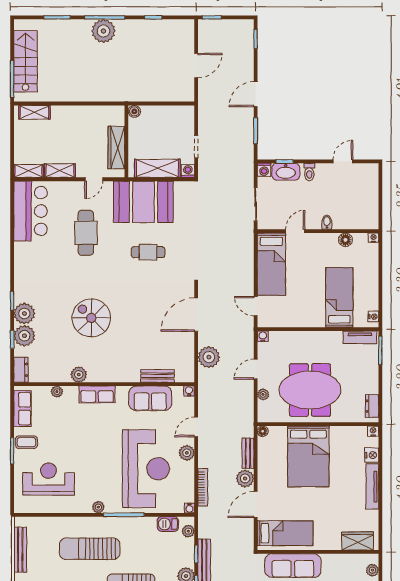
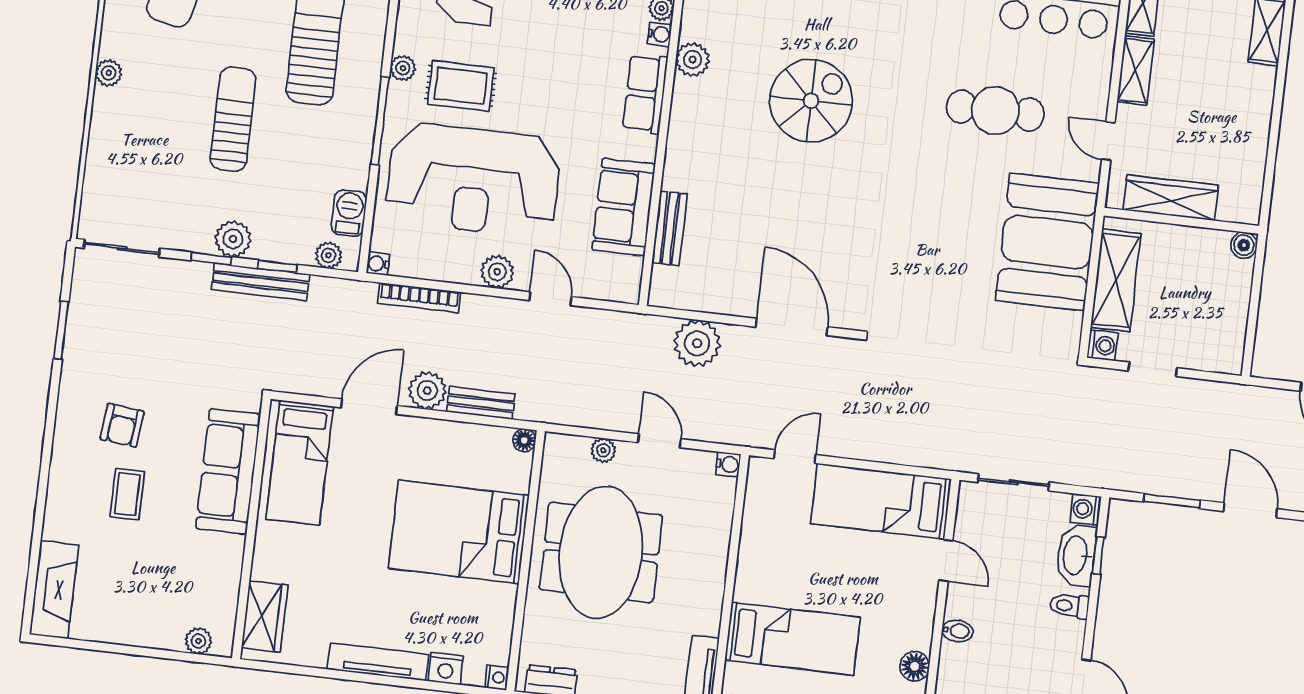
cafe table: (148, 252) -> (938, 239), removed
water cooler: (189, 391) -> (660, 34), moved
rug: (103, 480) -> (461, 86), added
door: (256, 504) -> (369, 407), hinge flipped

